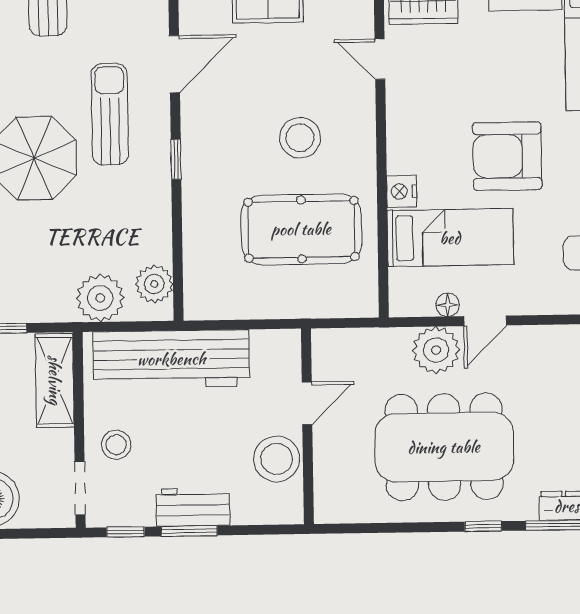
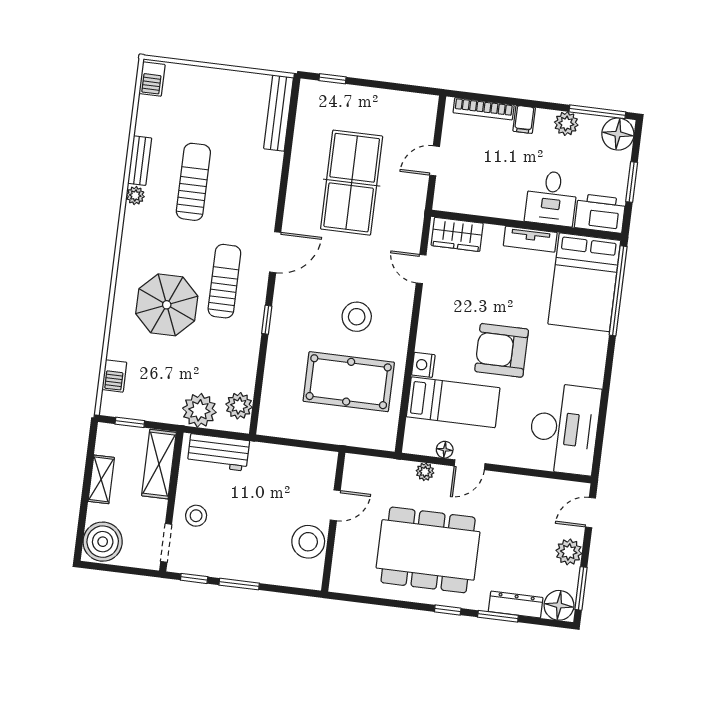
plant: (436, 350) -> (425, 472), width x0.53, depth x0.53
workbench: (171, 359) -> (218, 452), width x0.53, depth x0.76
workbench: (193, 507) -> (244, 568), removed

